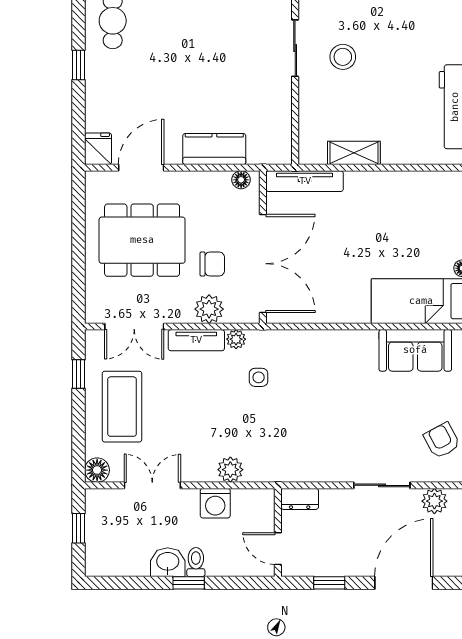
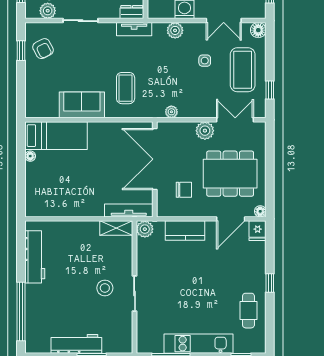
plant: (279, 151) -> (145, 229), added
shelving: (354, 153) -> (116, 228), moved
floor lamp: (241, 180) -> (260, 211), moved
chair: (212, 264) -> (184, 190), moved, turned 180
plant: (209, 309) -> (205, 131), moved
tv unit: (196, 340) -> (134, 29), moved, turned 180
sofa: (415, 350) -> (82, 105), moved
side table: (259, 377) -> (205, 61), moved
coffee table: (310, 377) -> (126, 88), added

